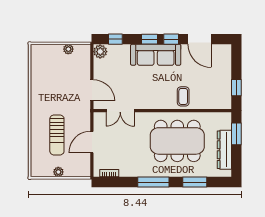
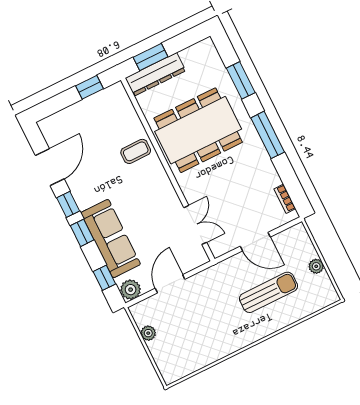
sofa: (156, 55) -> (111, 239), moved
door: (92, 90) -> (170, 284), moved
dining table: (177, 141) -> (198, 130), turned 90
dresser: (224, 150) -> (155, 74), moved

